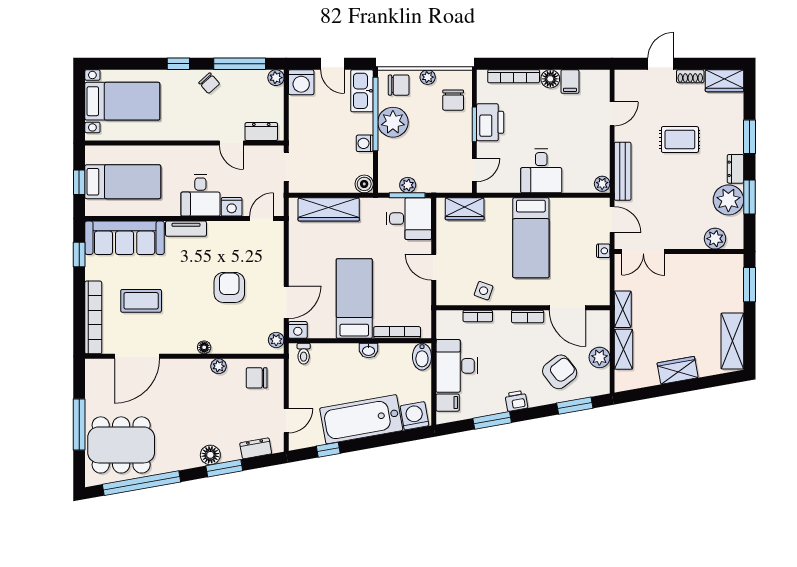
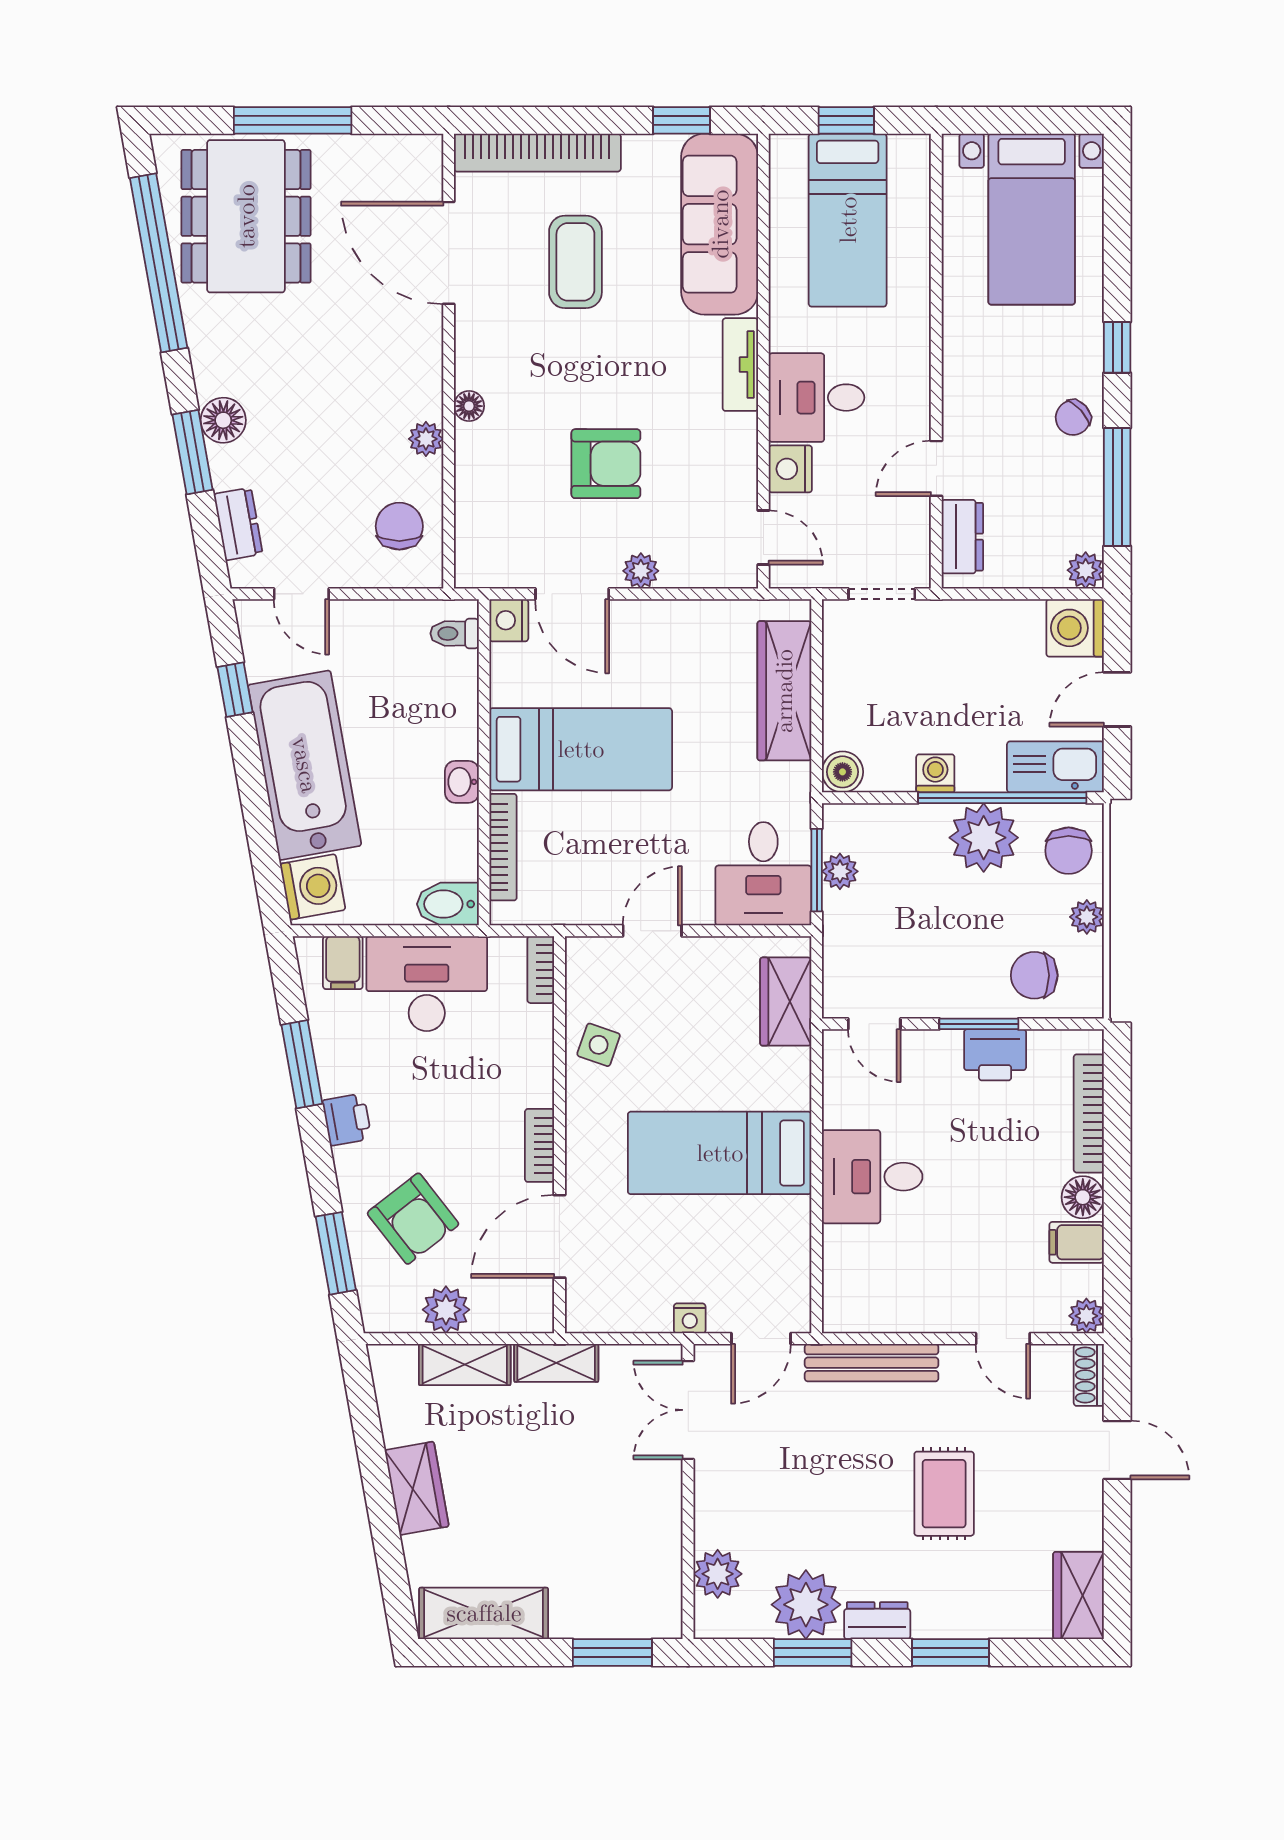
shoe rack: (690, 76) -> (1089, 1375), moved
printer: (490, 122) -> (995, 1055), width x0.73, depth x0.84
plant: (602, 184) -> (1086, 1316), moved
bookcase: (478, 316) -> (541, 970), moved
plant: (276, 340) -> (641, 571), moved

